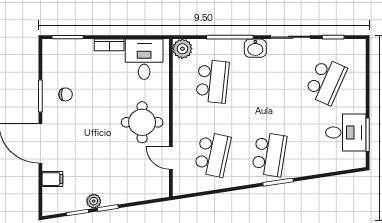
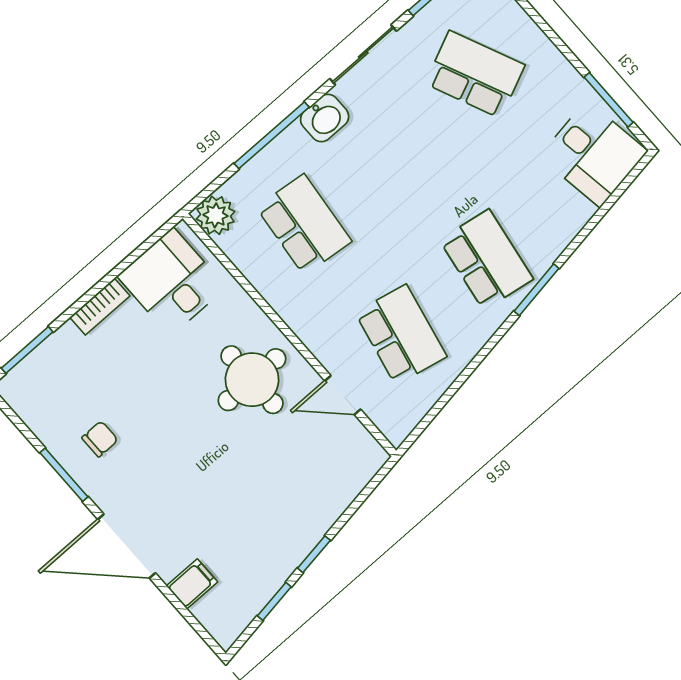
school desk: (326, 81) -> (475, 74), turned -48
desk: (346, 132) -> (594, 154), moved, turned 81
plant: (94, 201) -> (283, 562), removed

